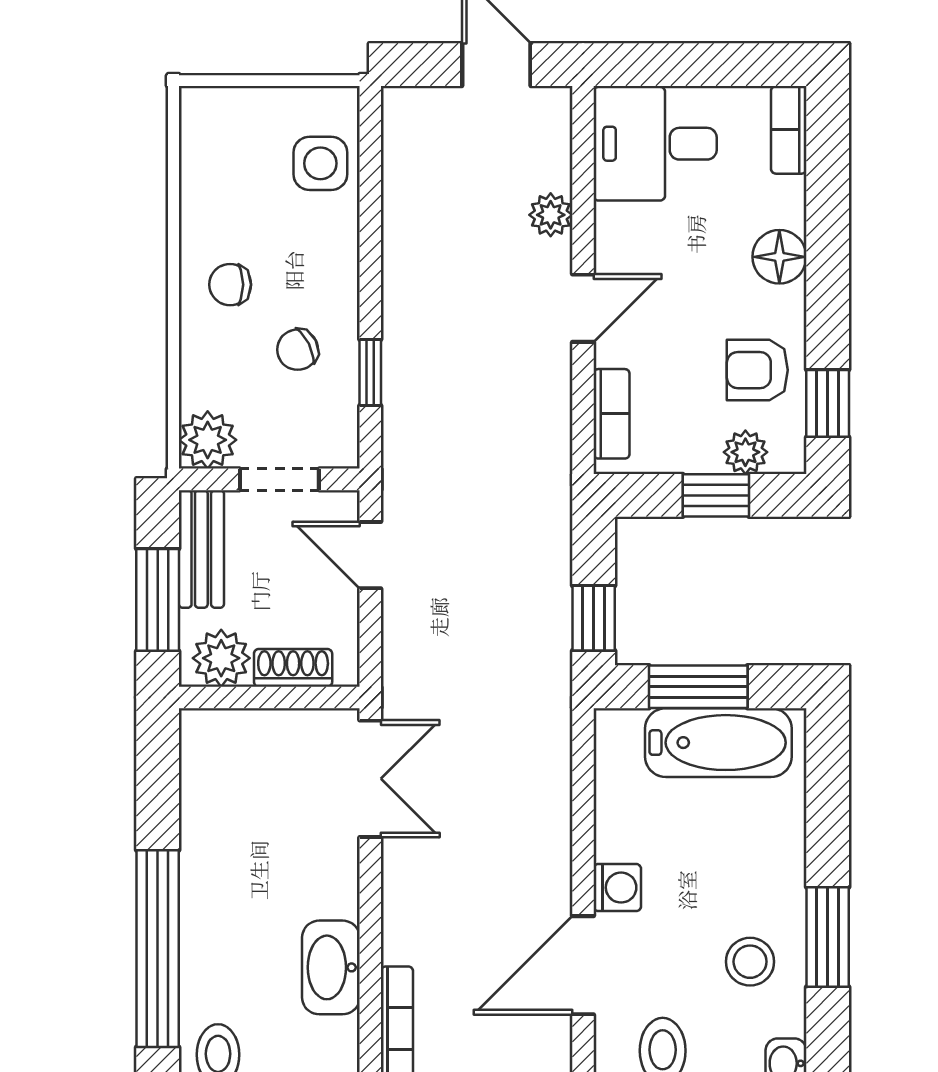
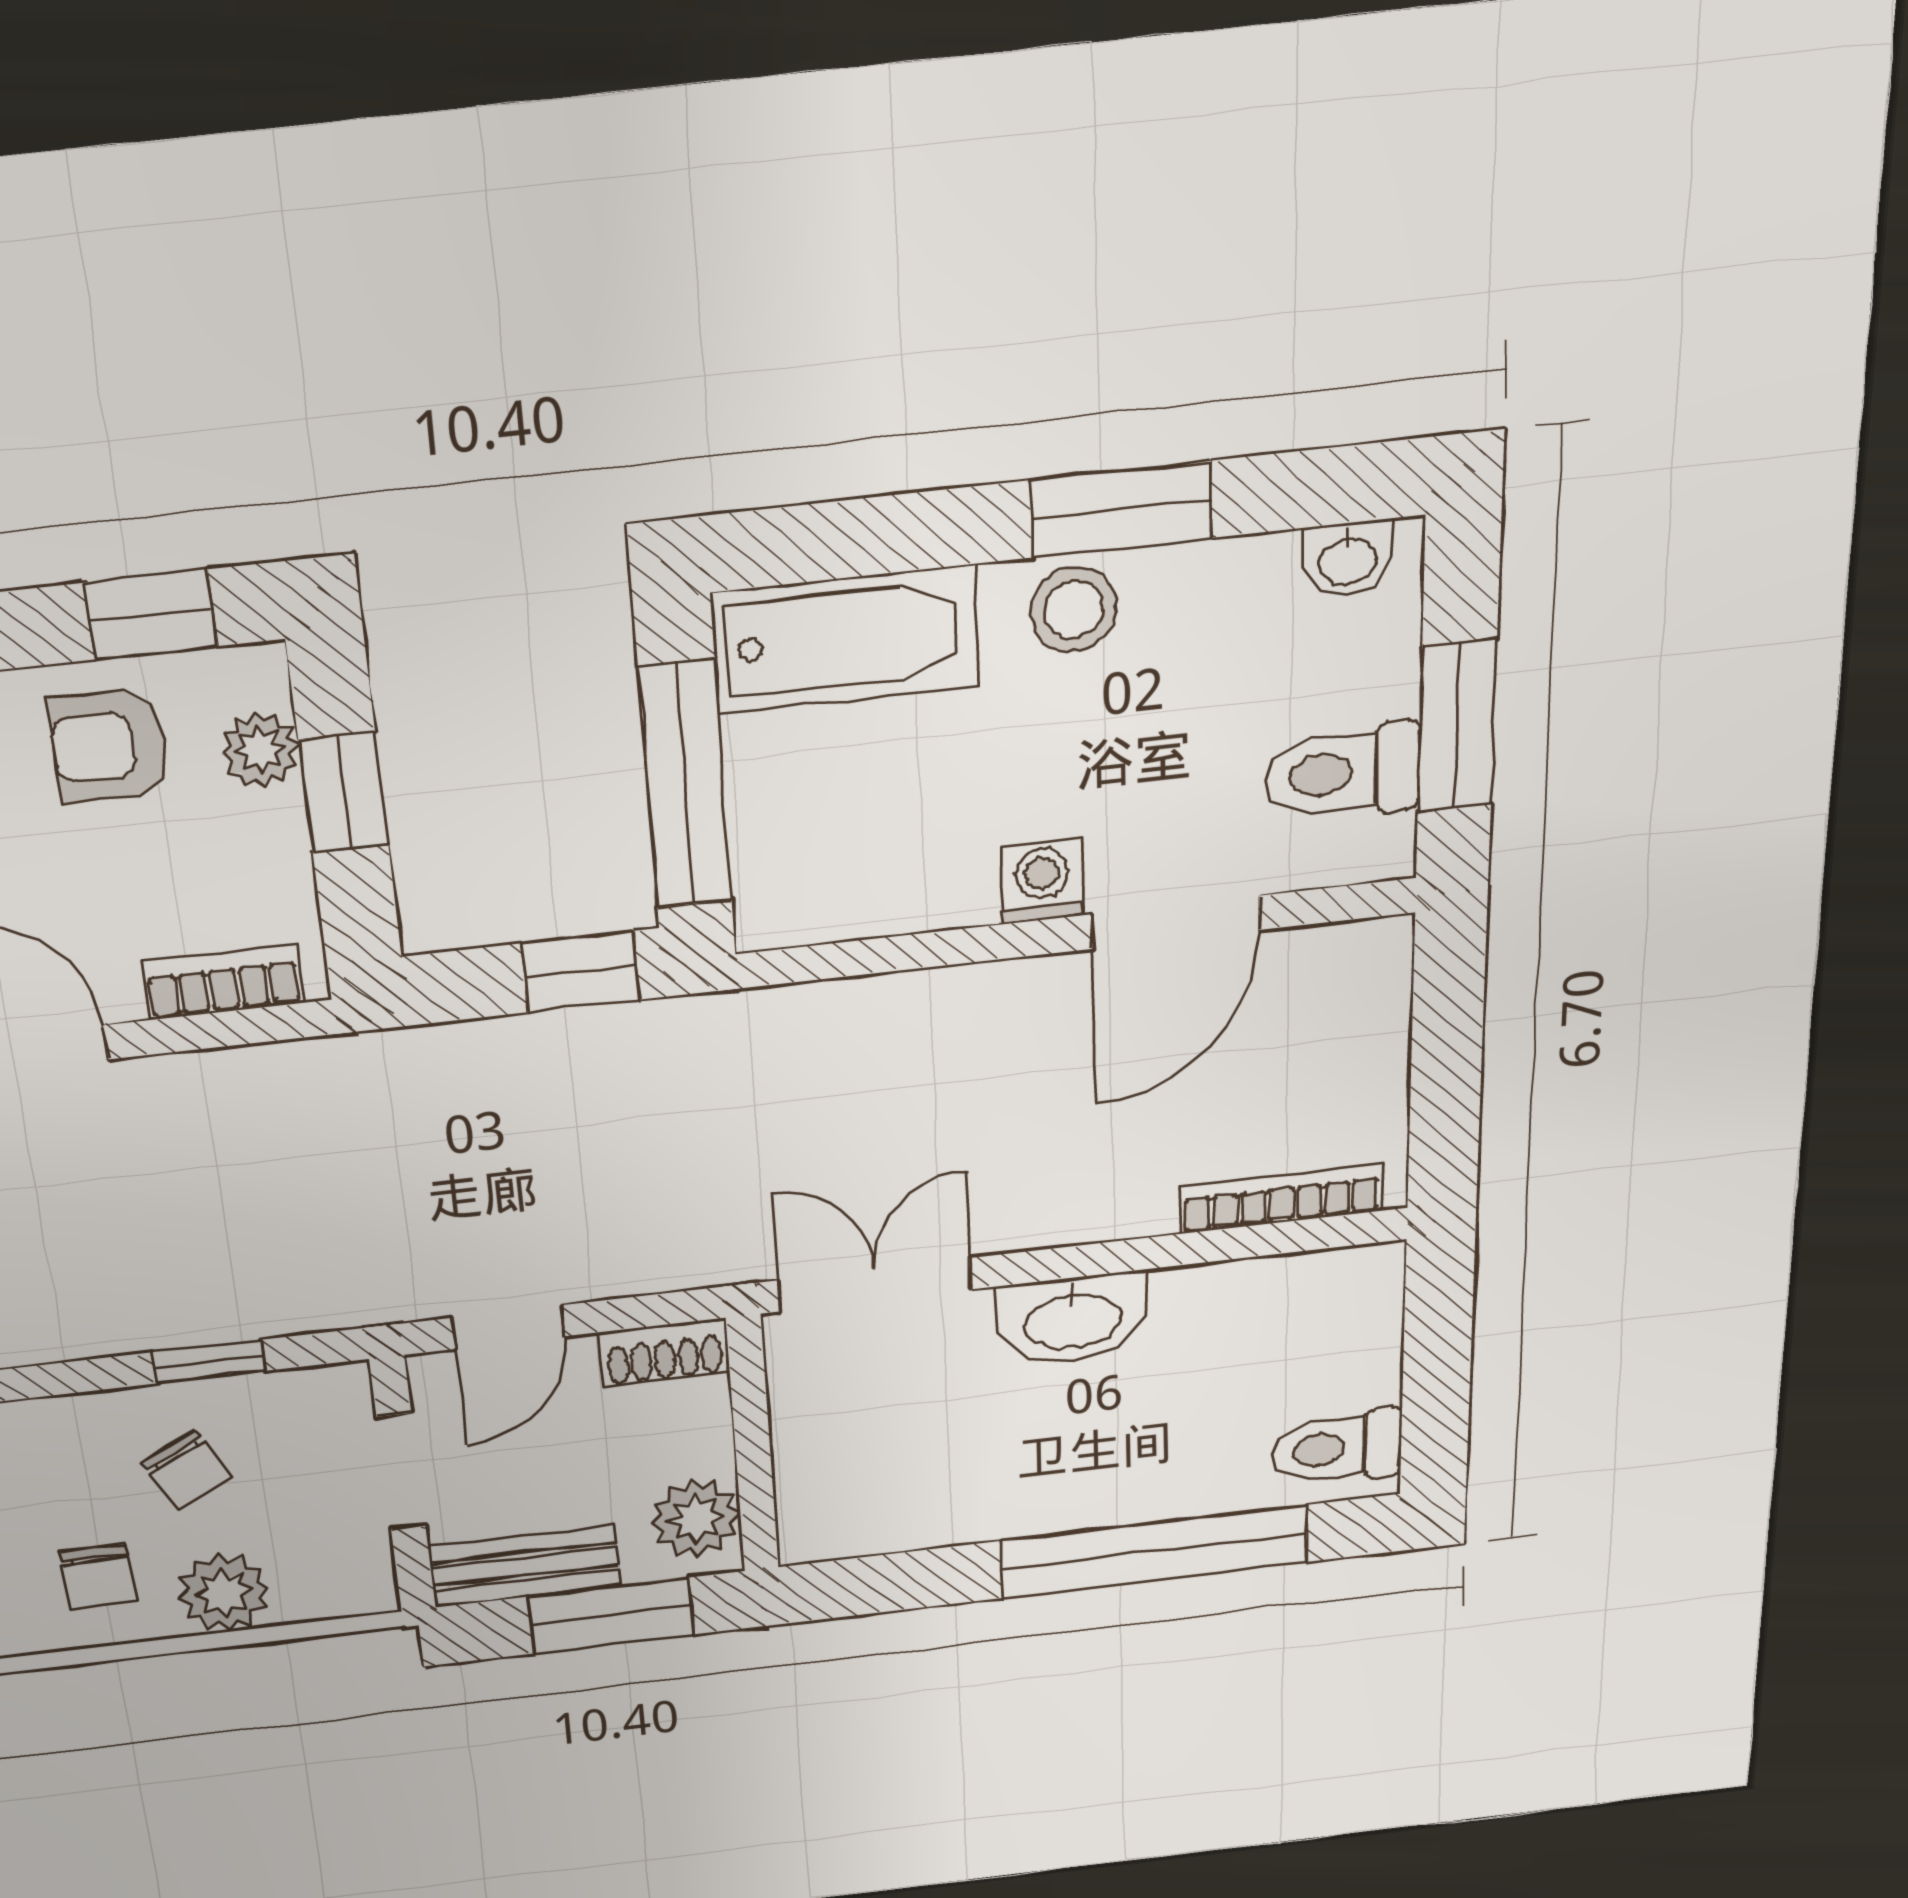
armchair: (757, 370) -> (109, 746), turned 90
plant: (208, 440) -> (223, 1593), moved
shoe rack: (293, 668) -> (664, 1353), moved, turned -90
window: (698, 687) -> (686, 785), width x1.44
bathtub: (718, 743) -> (845, 639), moved, turned 90
stool: (750, 962) -> (1074, 610), moved
door: (583, 965) -> (1176, 922), hinge flipped
washbasin: (331, 967) -> (1072, 1319), moved

